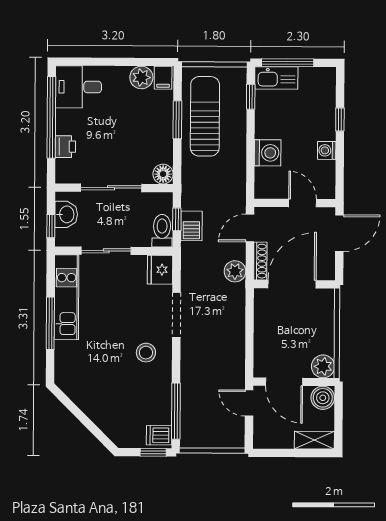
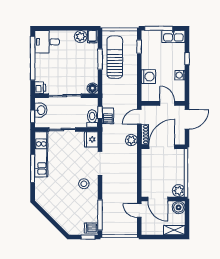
kitchen sink: (276, 78) -> (173, 37), moved
printer: (65, 147) -> (40, 88), moved

